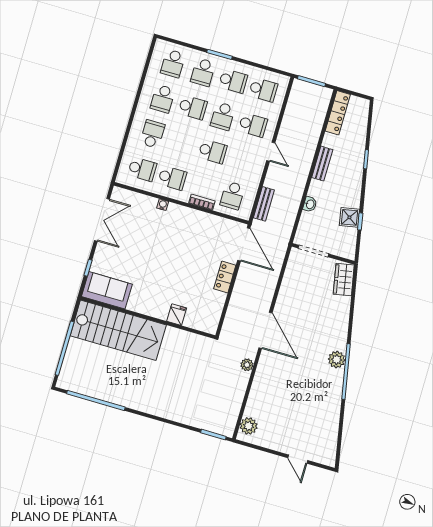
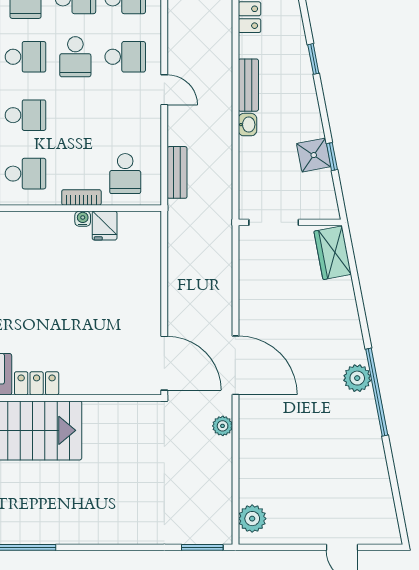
school desk: (213, 151) -> (26, 115), moved
washbasin: (310, 204) -> (247, 125), moved
water cooler: (163, 205) -> (83, 219), moved
door: (244, 244) -> (164, 363), moved
locker: (225, 277) -> (37, 383), moved, turned 90
fridge: (177, 315) -> (105, 226), moved, turned 180

